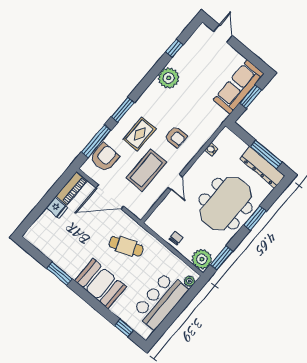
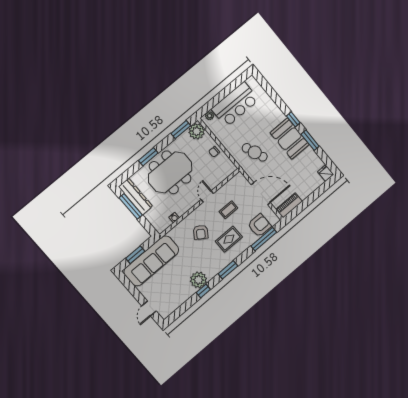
window: (174, 48) -> (203, 291), moved
sofa: (239, 87) -> (151, 261), width x1.36, depth x1.27
window: (123, 110) -> (228, 270), moved
armchair: (176, 137) -> (201, 232), turned -146
armchair: (105, 157) -> (259, 225), turned 180
coffee table: (146, 170) -> (228, 210), width x0.54, depth x0.58
fridge: (57, 208) -> (326, 173), moved
booth: (101, 284) -> (290, 139), moved
window: (124, 328) -> (293, 119), moved

